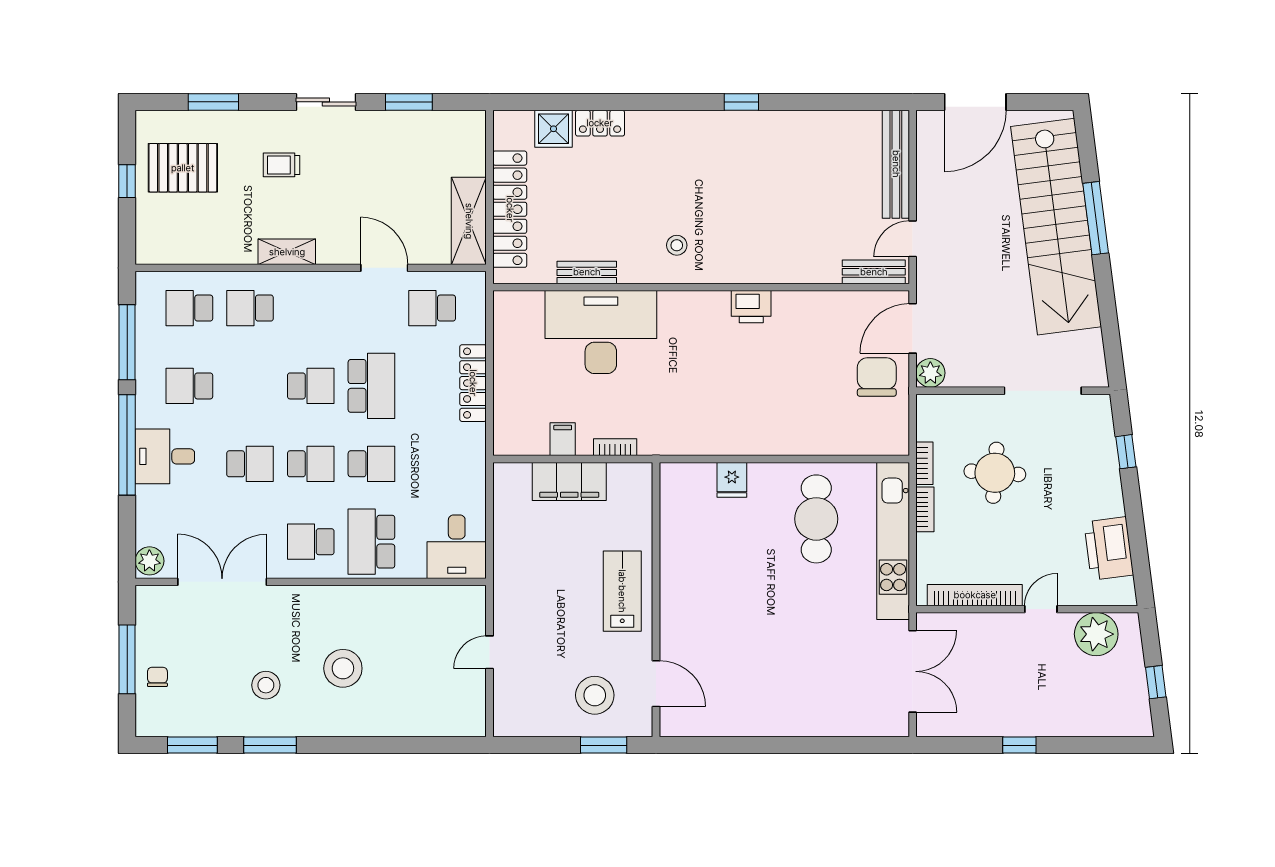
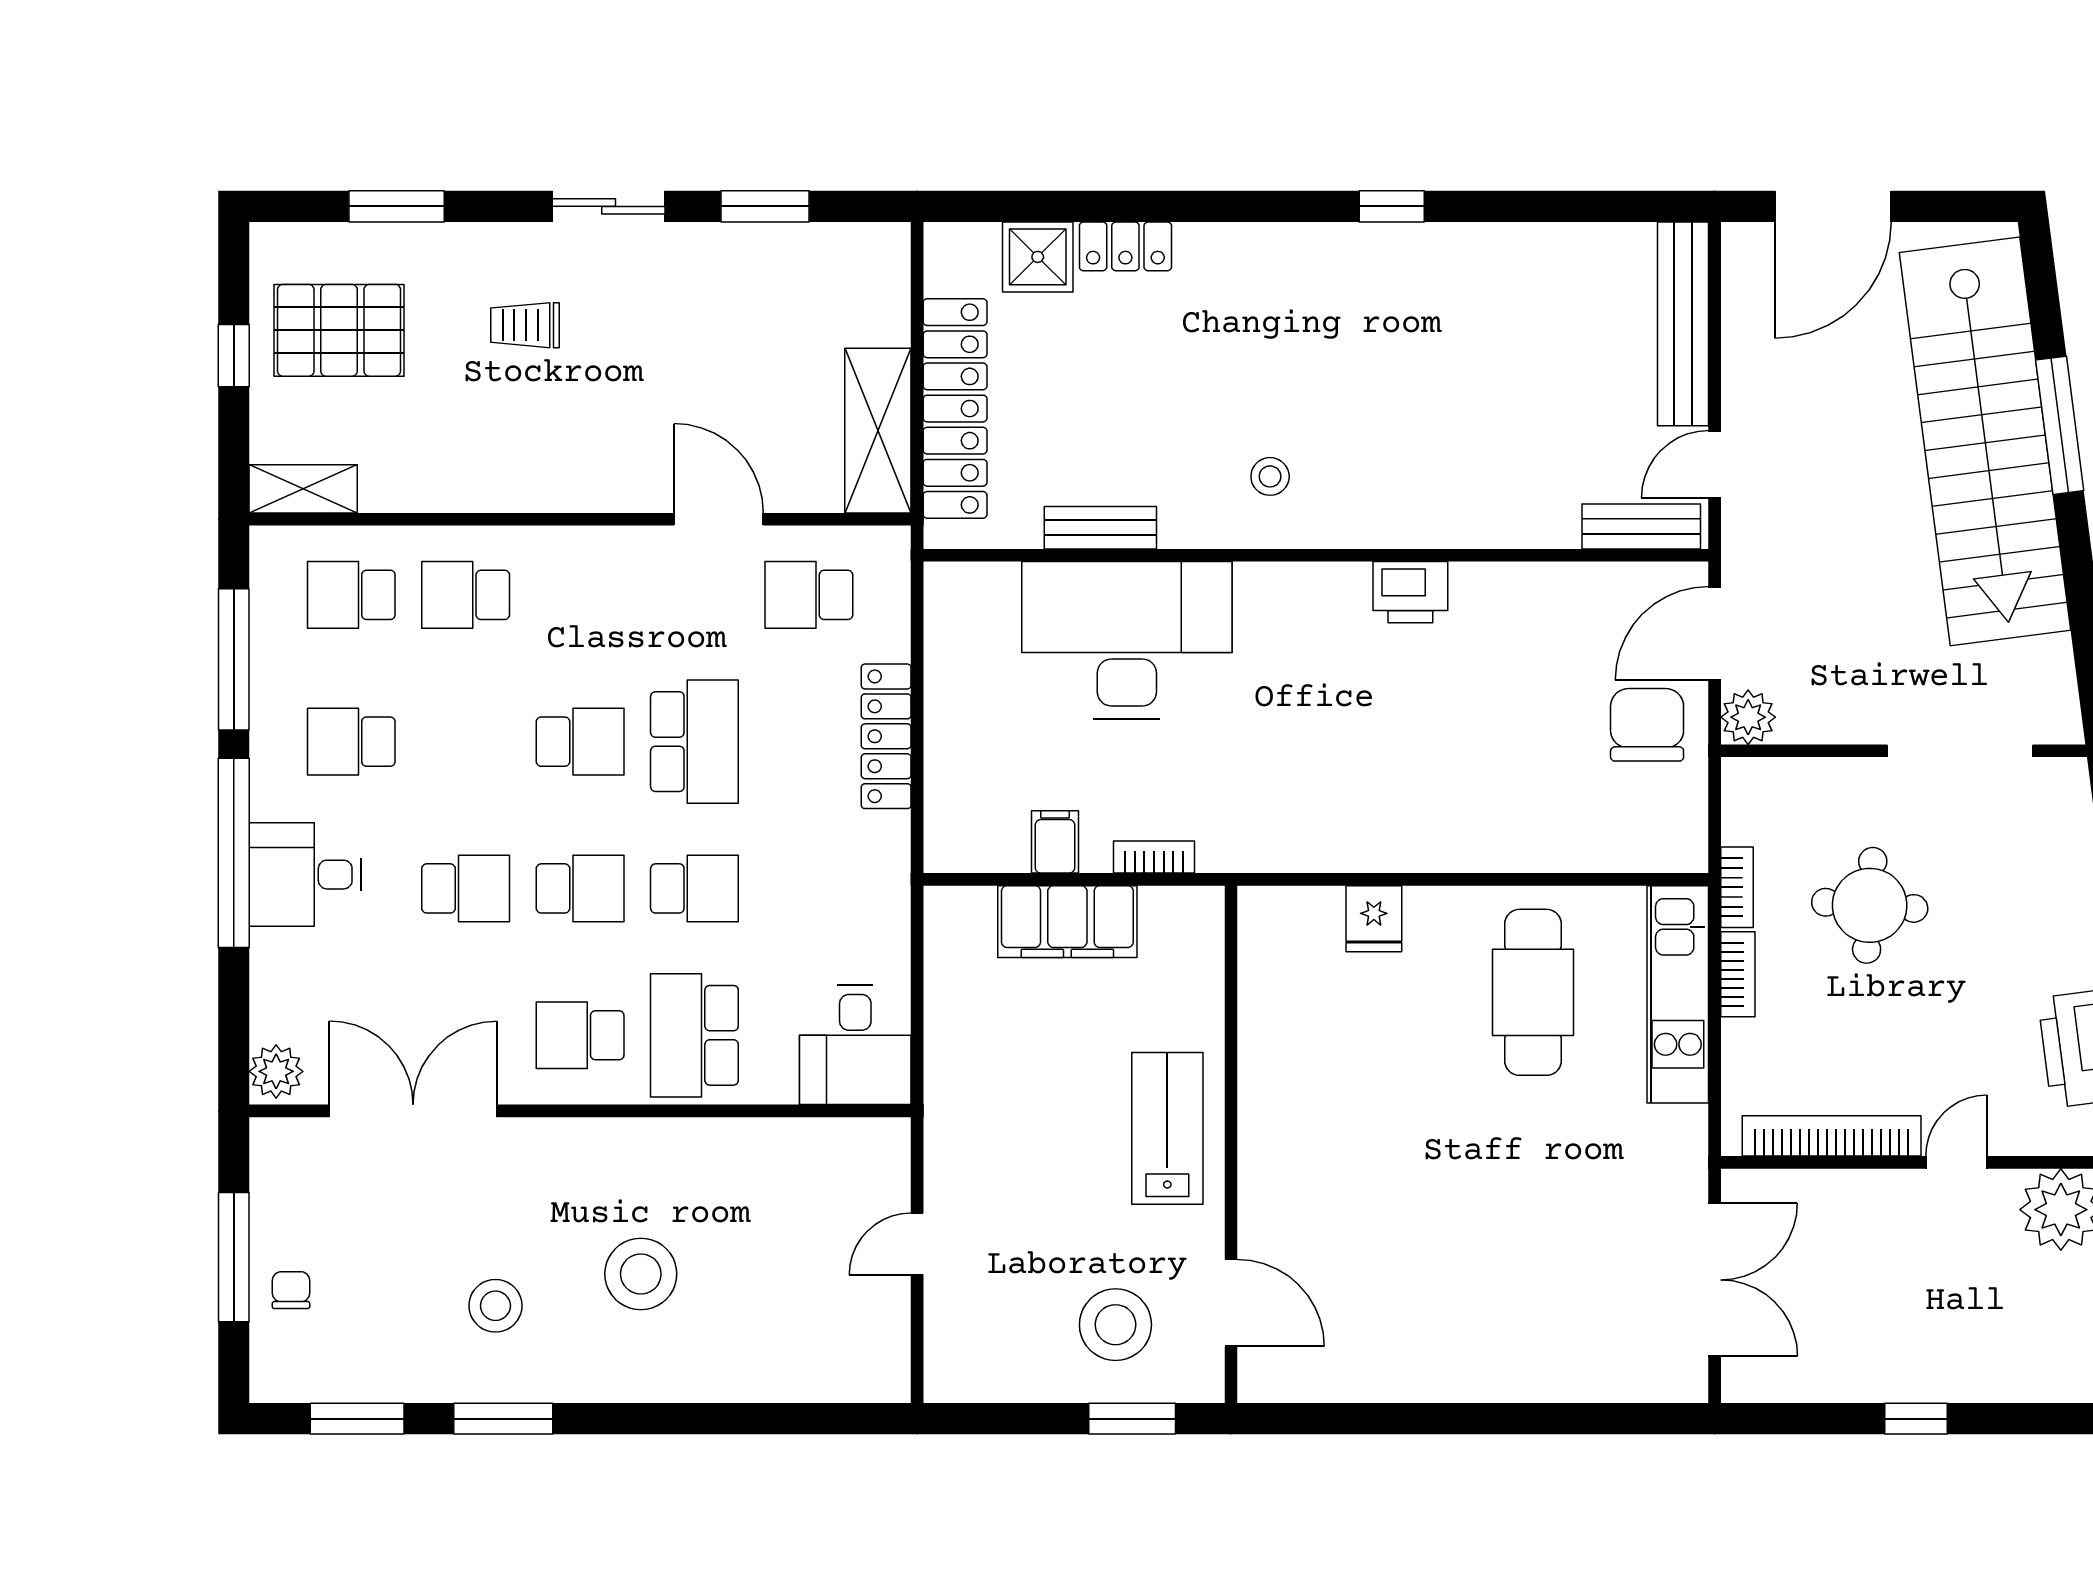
shelving: (287, 252) -> (303, 489), moved
kitchen unit: (893, 541) -> (1678, 994), width x0.73

